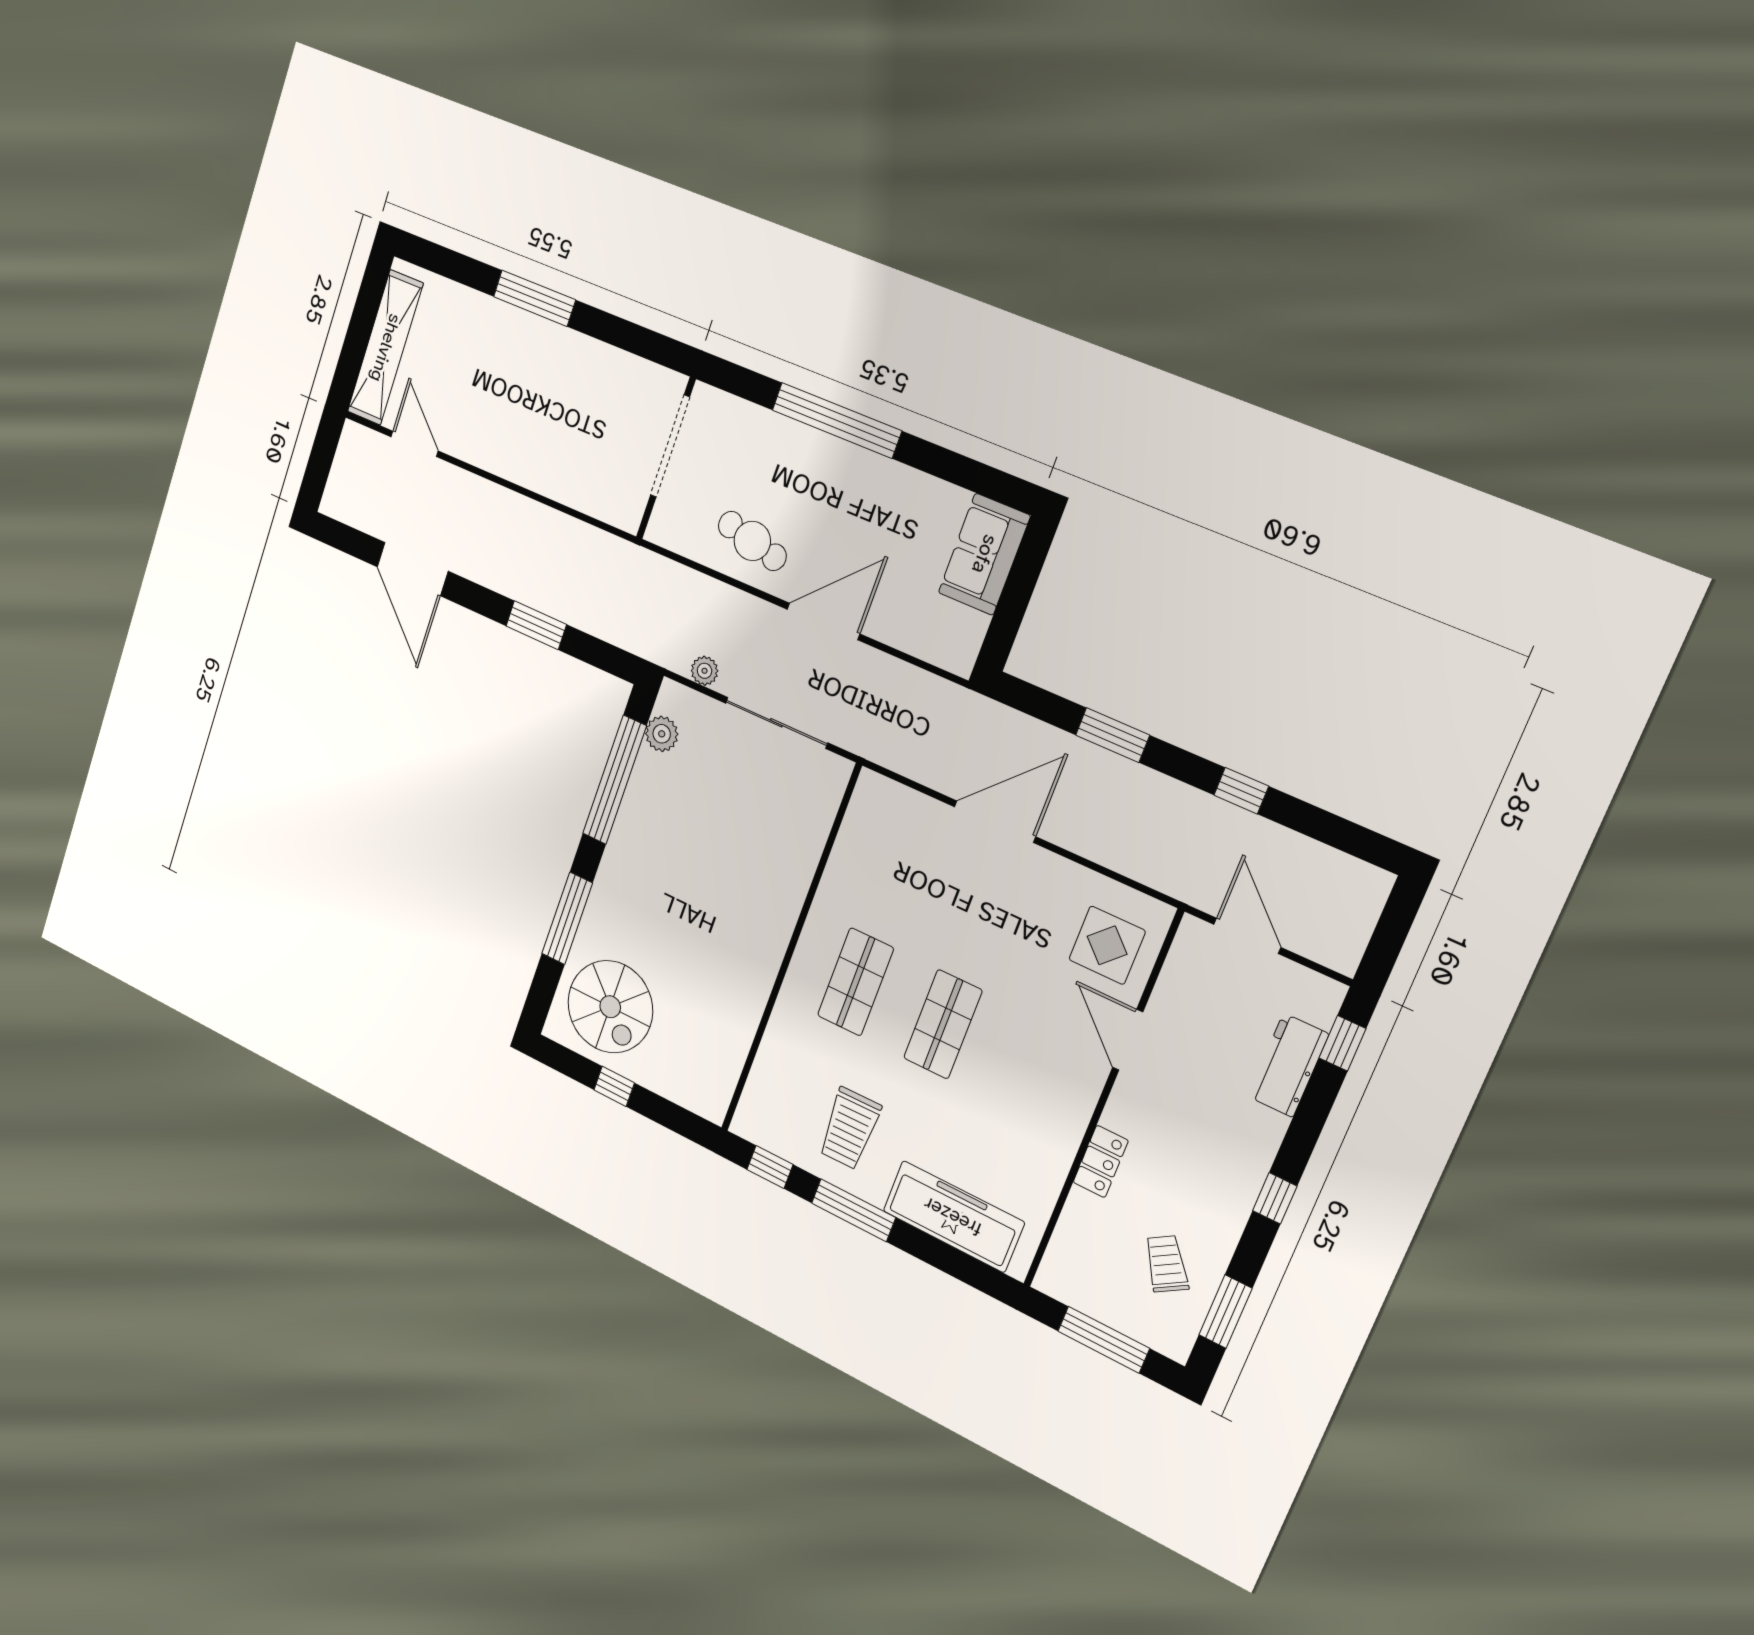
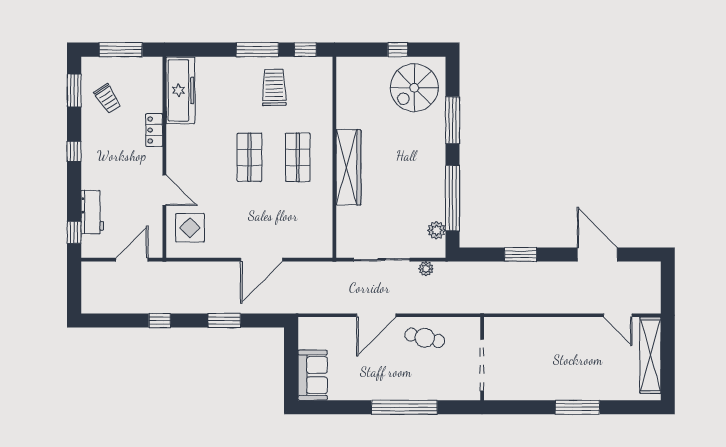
wardrobe: (773, 920) -> (348, 167), added
door: (1247, 936) -> (132, 260), swing flipped
spiral stairs: (610, 1007) -> (414, 88), turned -90
freezer: (953, 1216) -> (180, 90), moved, turned -90

